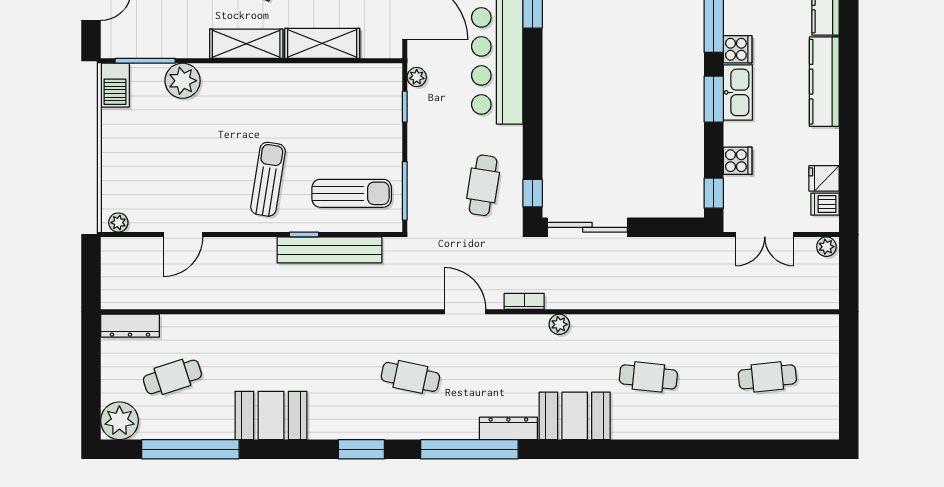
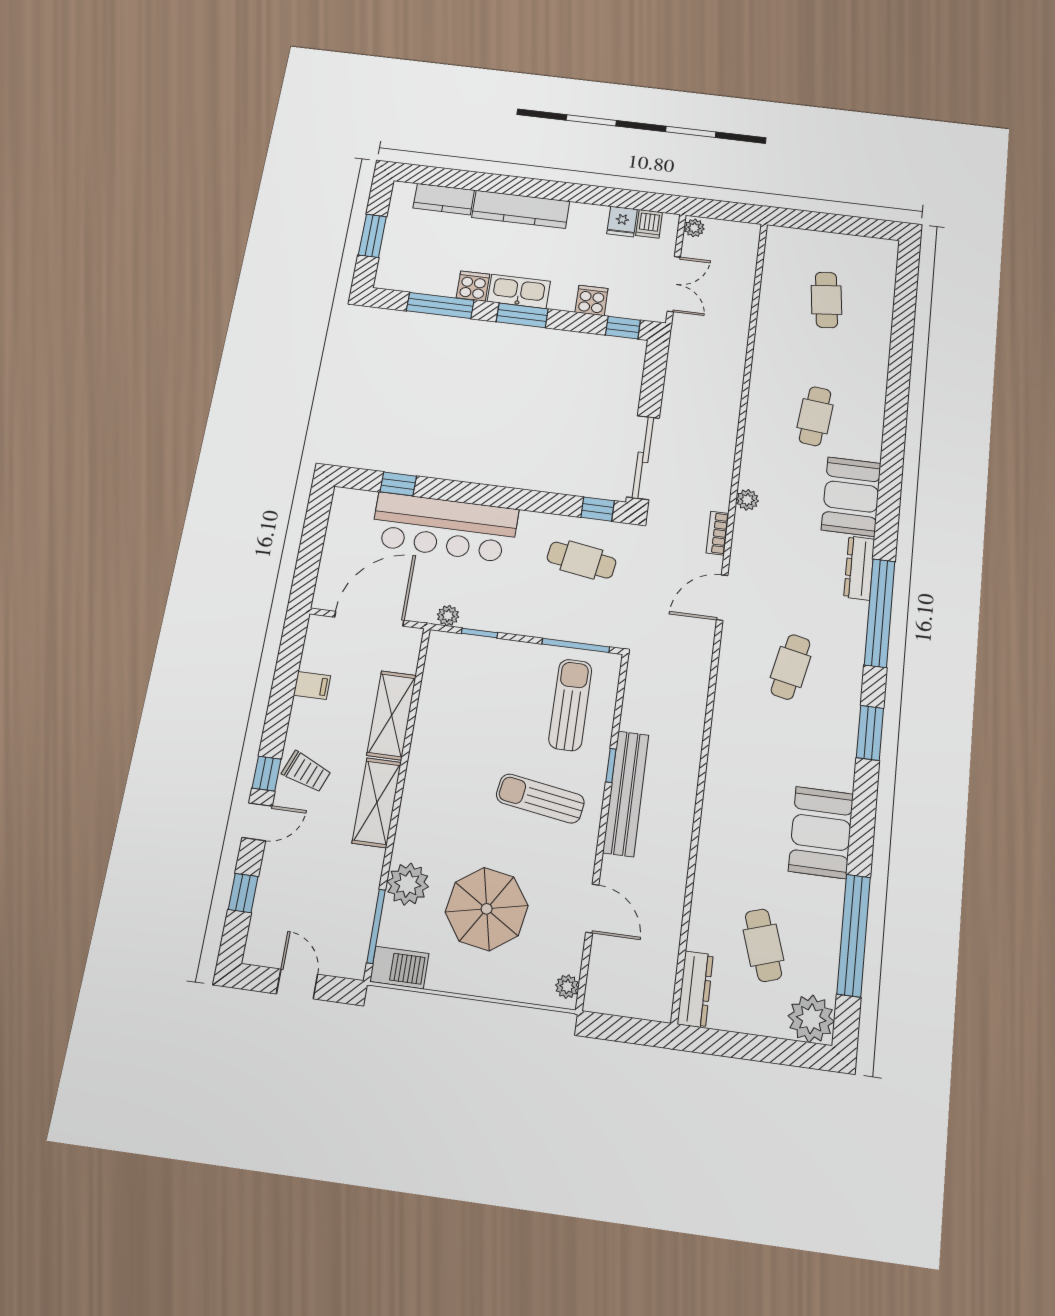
parasol: (171, 148) -> (487, 909), added
bench: (329, 250) -> (626, 793), moved

